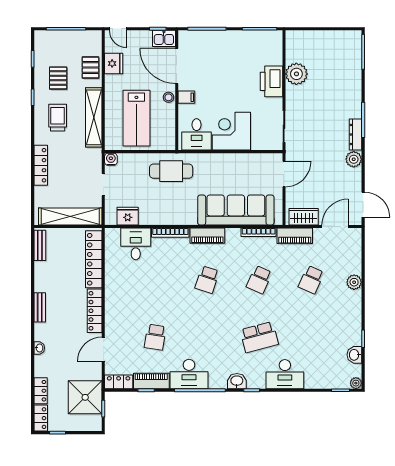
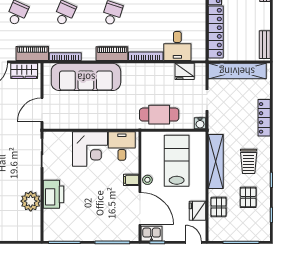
cafe table: (171, 171) -> (159, 115), moved

